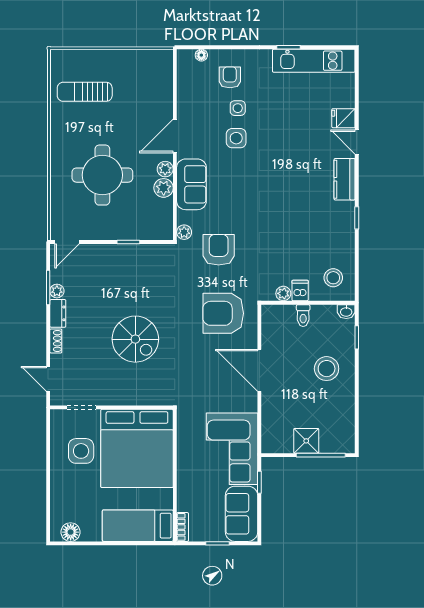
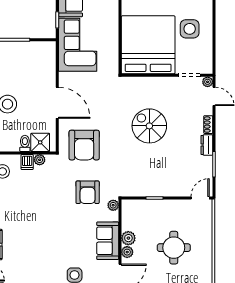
round table: (102, 175) -> (174, 248), width x0.73, depth x0.73
plant: (57, 291) -> (208, 82), moved
armchair: (223, 313) -> (84, 145), turned 90
shower: (306, 441) -> (40, 142), moved
side table: (81, 451) -> (190, 29), moved

